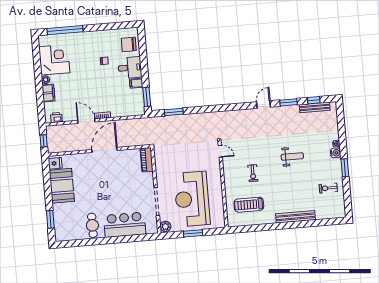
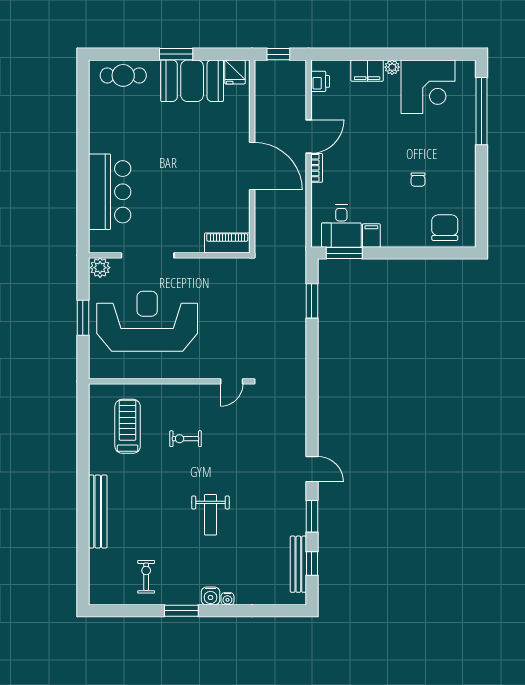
desk: (130, 68) -> (341, 226), moved
window: (50, 219) -> (176, 54), moved
cafe table: (92, 225) -> (123, 75), moved

